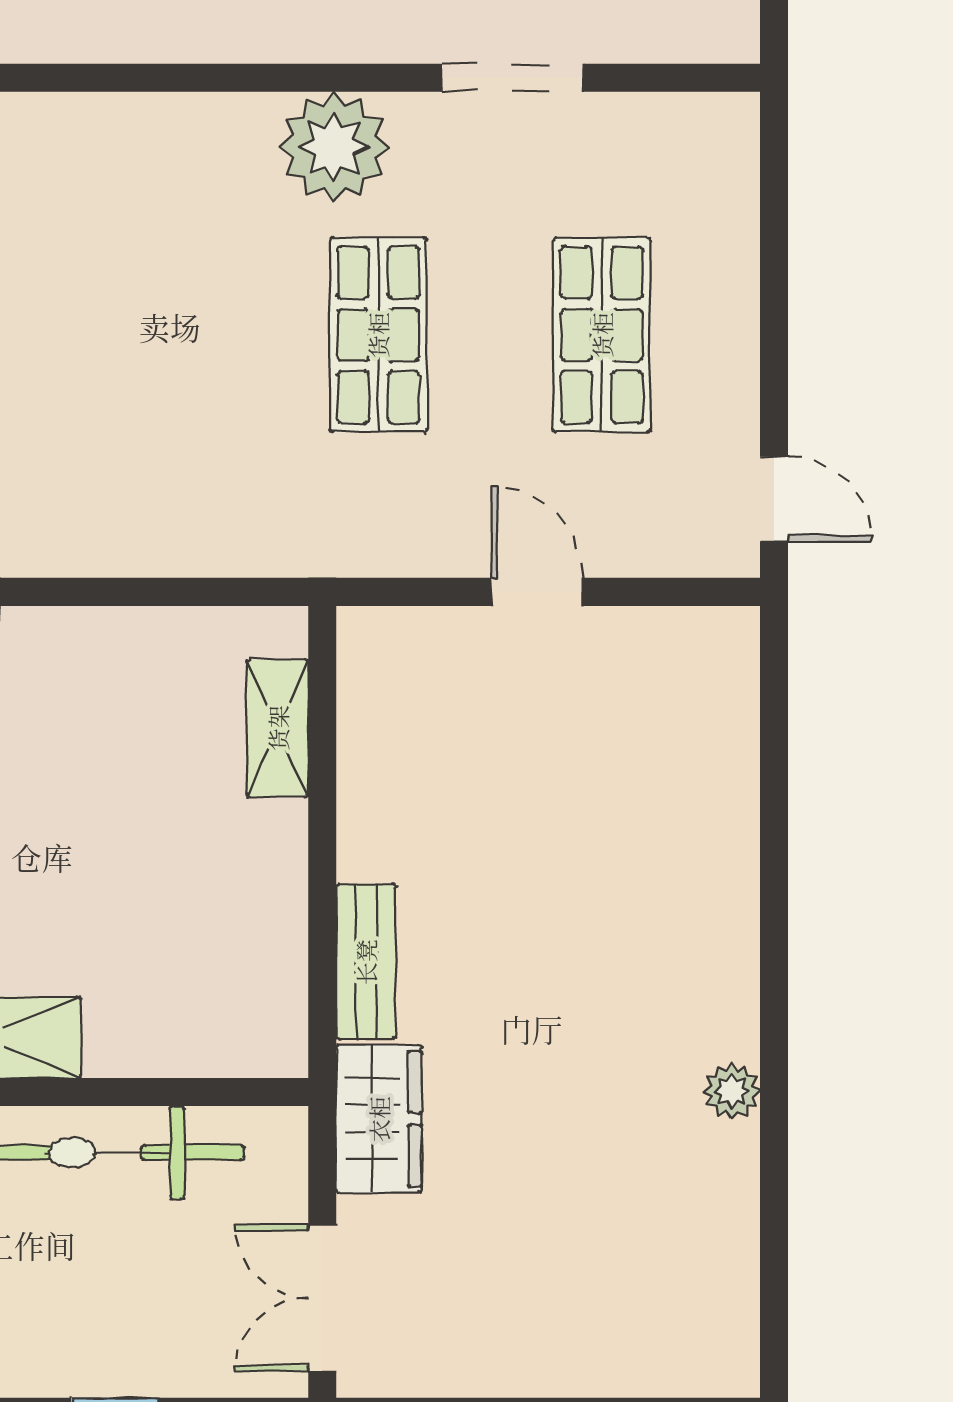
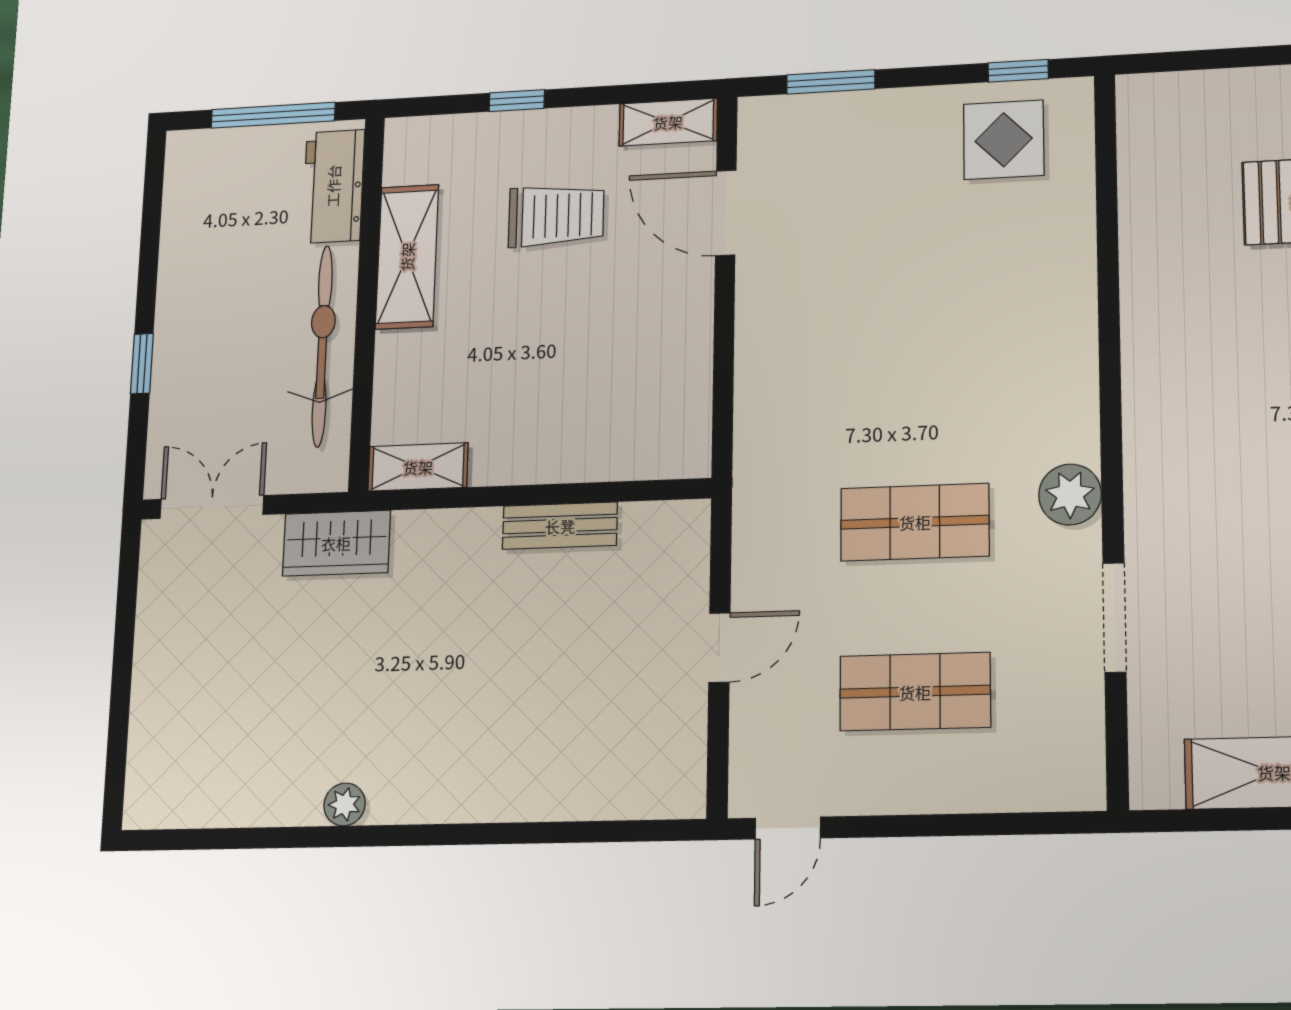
plant: (334, 147) -> (1070, 495), width x0.73, depth x0.73
shelving: (278, 728) -> (418, 467), moved
bench: (366, 962) -> (560, 526), moved

